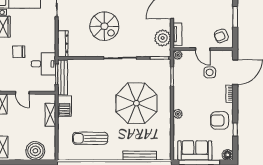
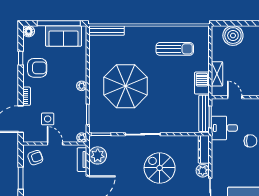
plant: (64, 24) -> (203, 171), added
door: (22, 93) -> (235, 97), moved
plant: (178, 114) -> (82, 86), moved
bench: (140, 156) -> (107, 30), moved

